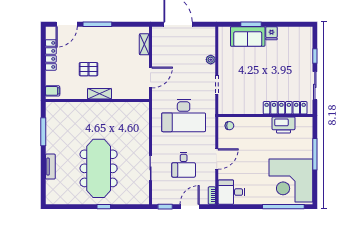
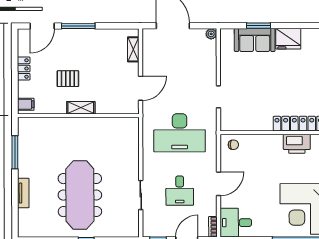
fridge: (271, 33) -> (288, 39), width x1.88, depth x1.34
locker: (51, 55) -> (24, 69), width x0.66
plant: (211, 60) -> (211, 34), moved

